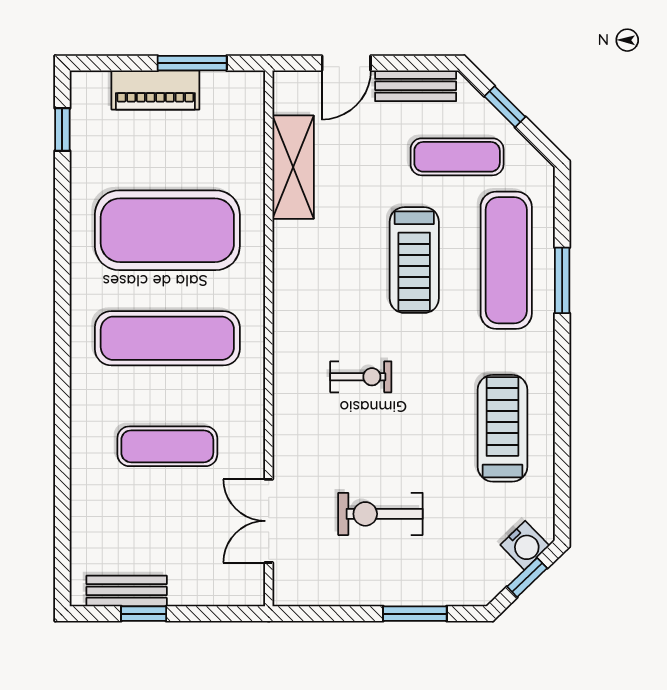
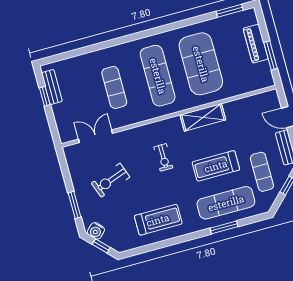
window: (62, 129) -> (230, 11), width x1.50
shelving: (293, 167) -> (203, 117), moved
exercise bike: (380, 514) -> (111, 180), turned -110
water cooler: (525, 545) -> (96, 231), moved

